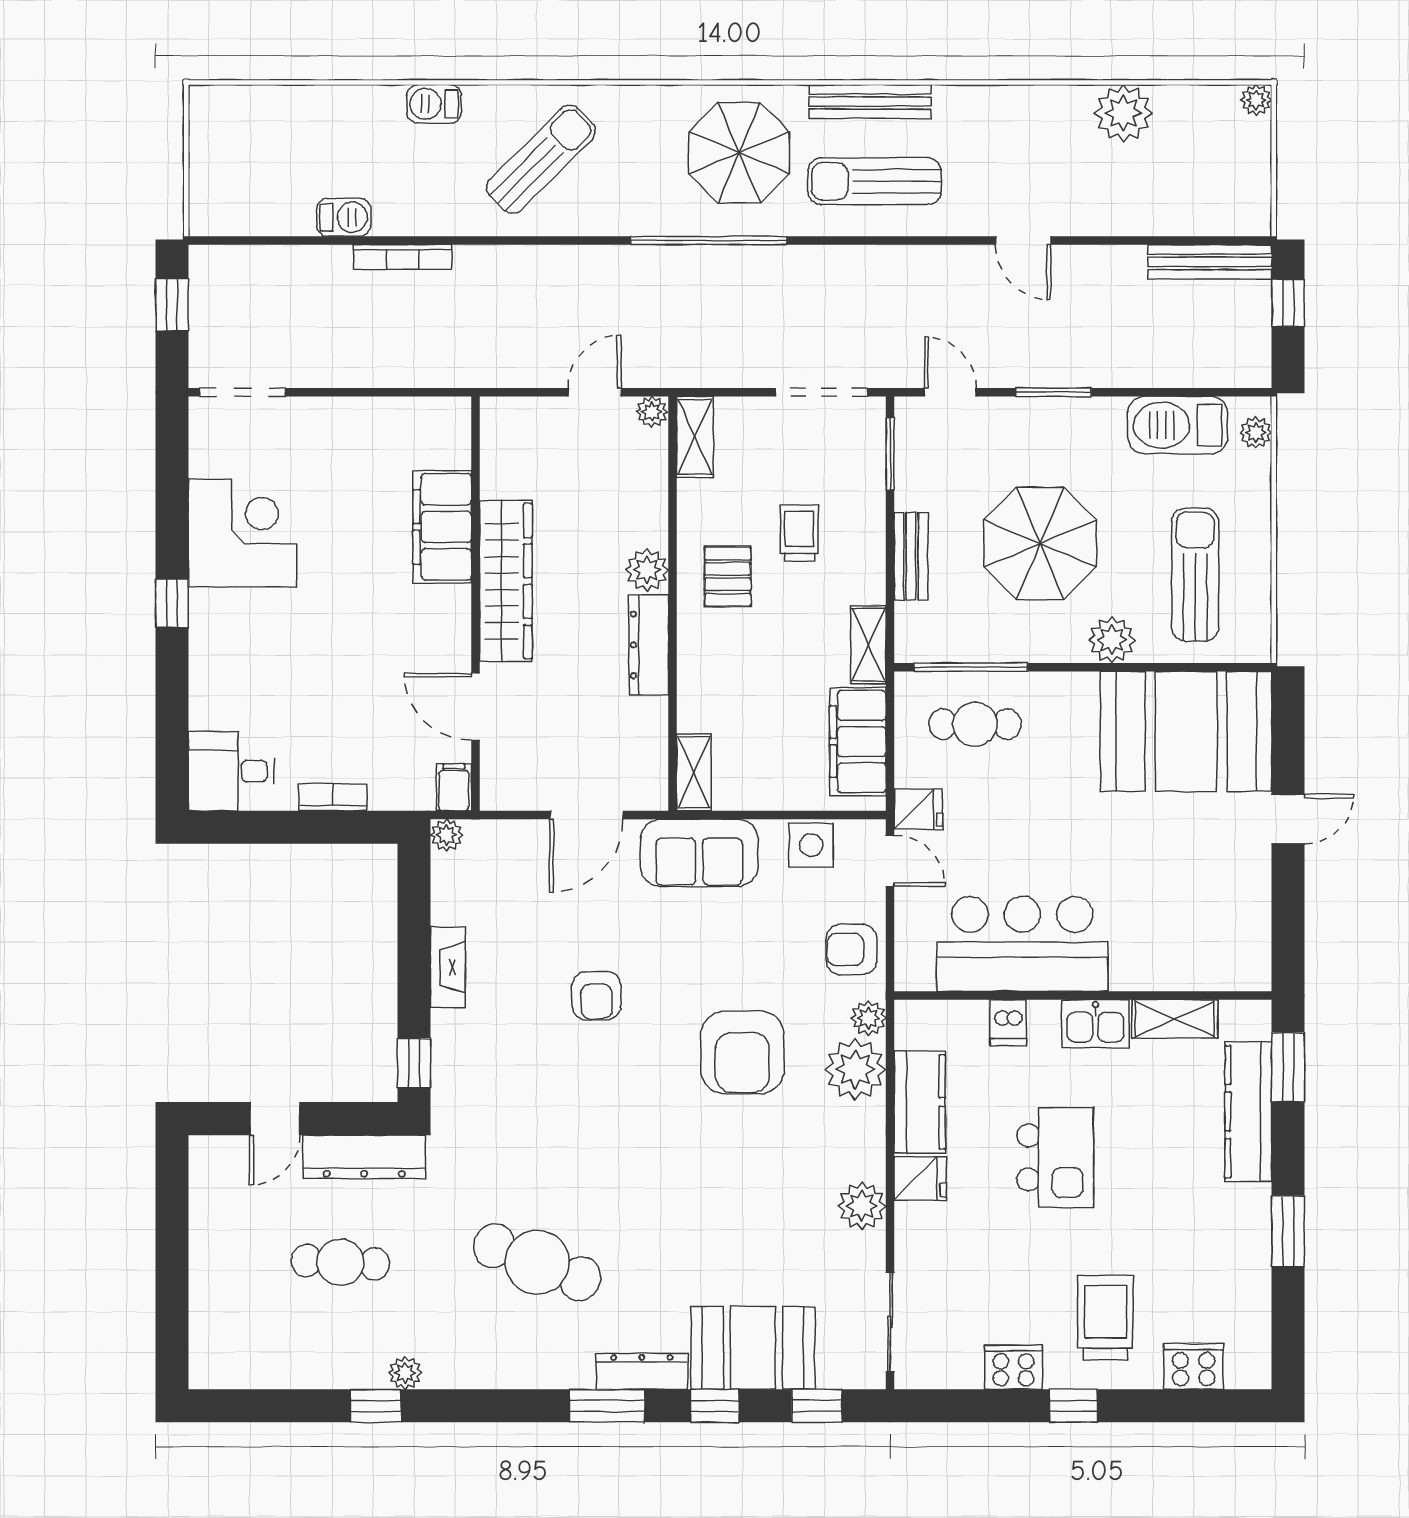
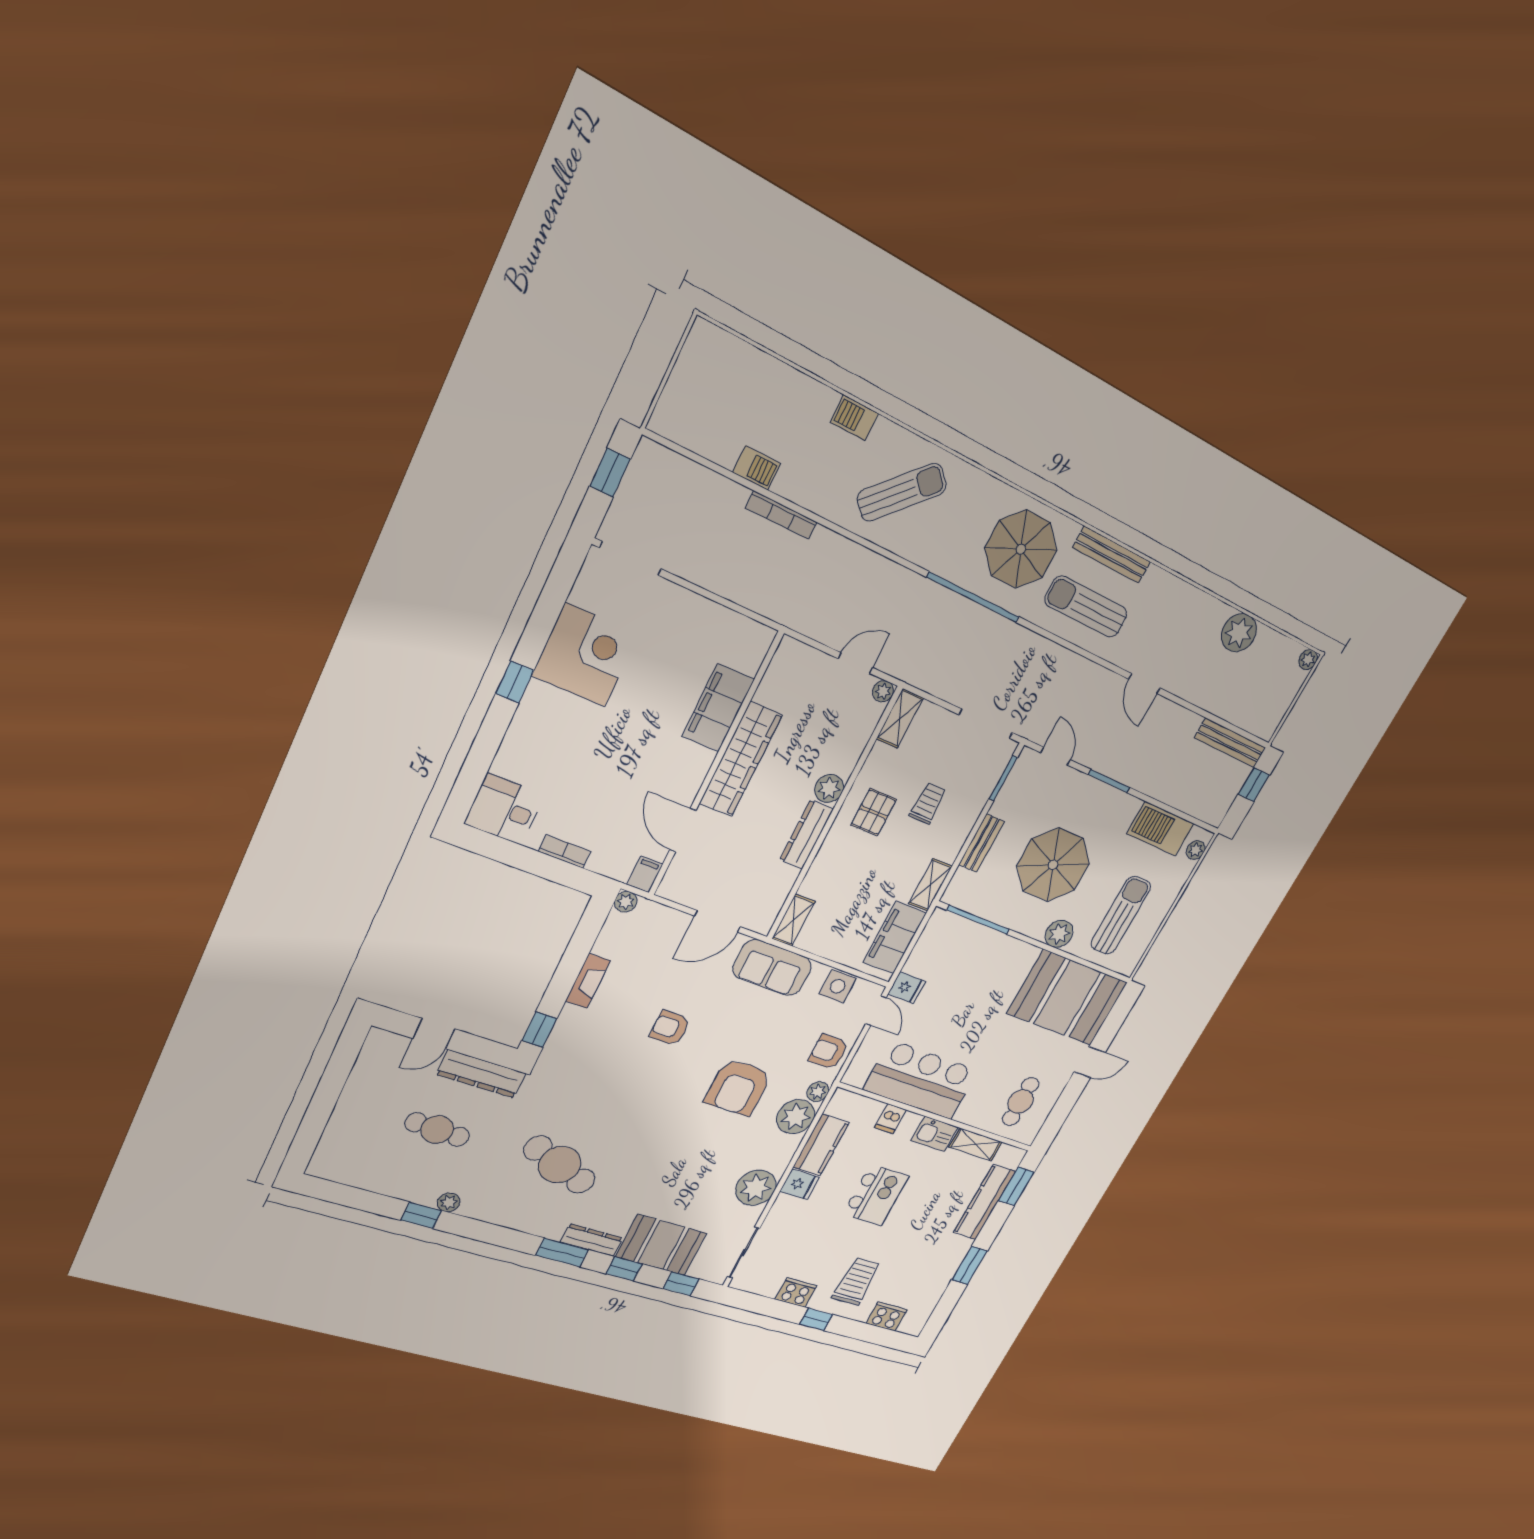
cafe table: (975, 724) -> (1021, 1102), moved, turned 90
armchair: (596, 996) -> (670, 1028), turned 91
plant: (862, 1206) -> (756, 1188), width x1.36, depth x1.36

